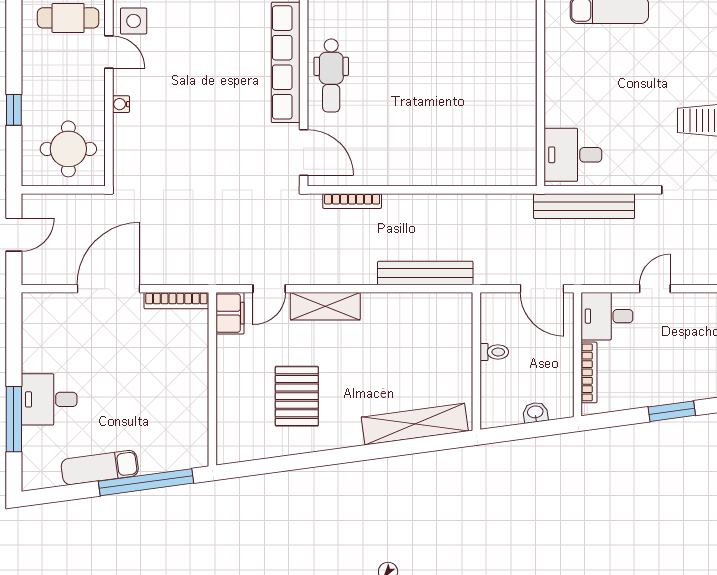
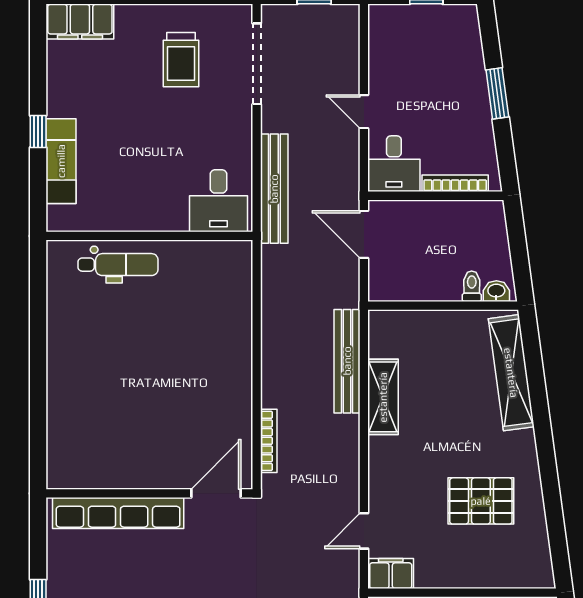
dental chair: (331, 76) -> (118, 265), moved
door: (269, 289) -> (364, 531), swing flipped
door: (542, 289) -> (364, 234), swing flipped
shelving: (325, 306) -> (383, 397), moved
toilet: (494, 352) -> (472, 286), moved
washbasin: (535, 412) -> (496, 291), moved, turned 98

